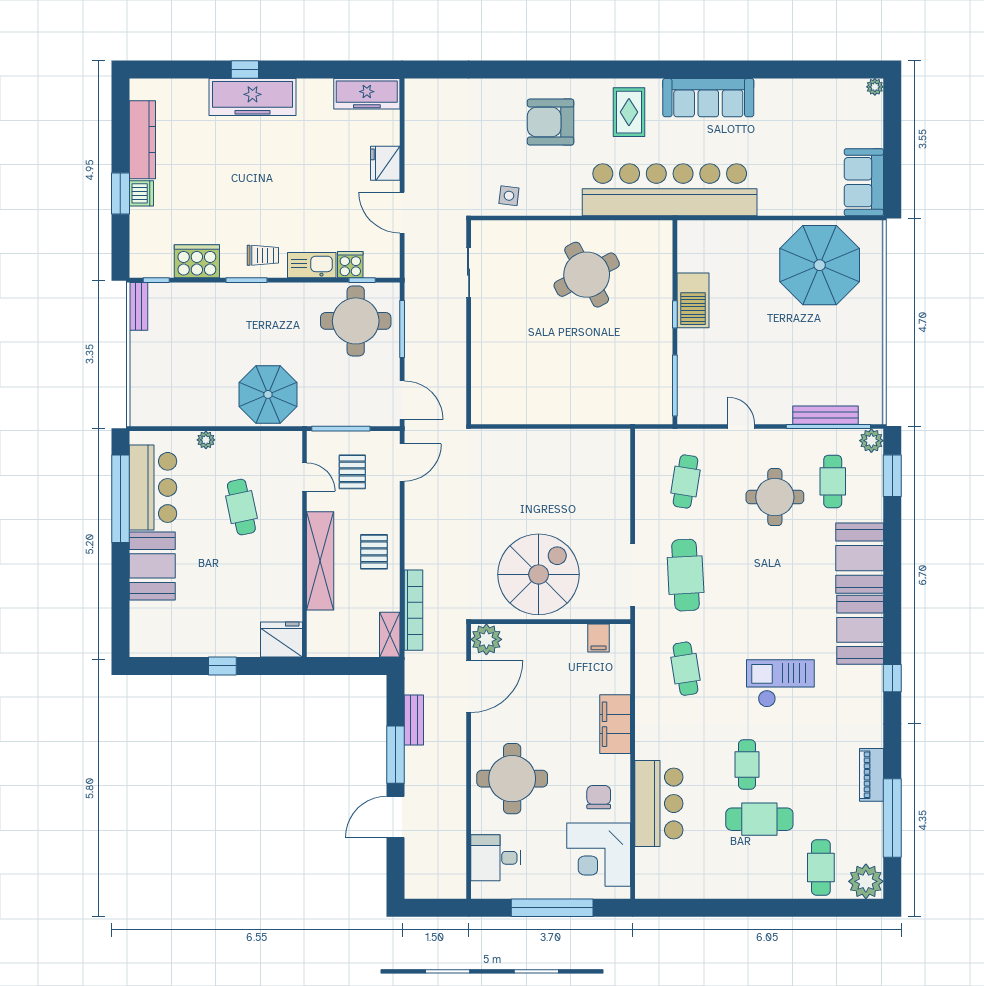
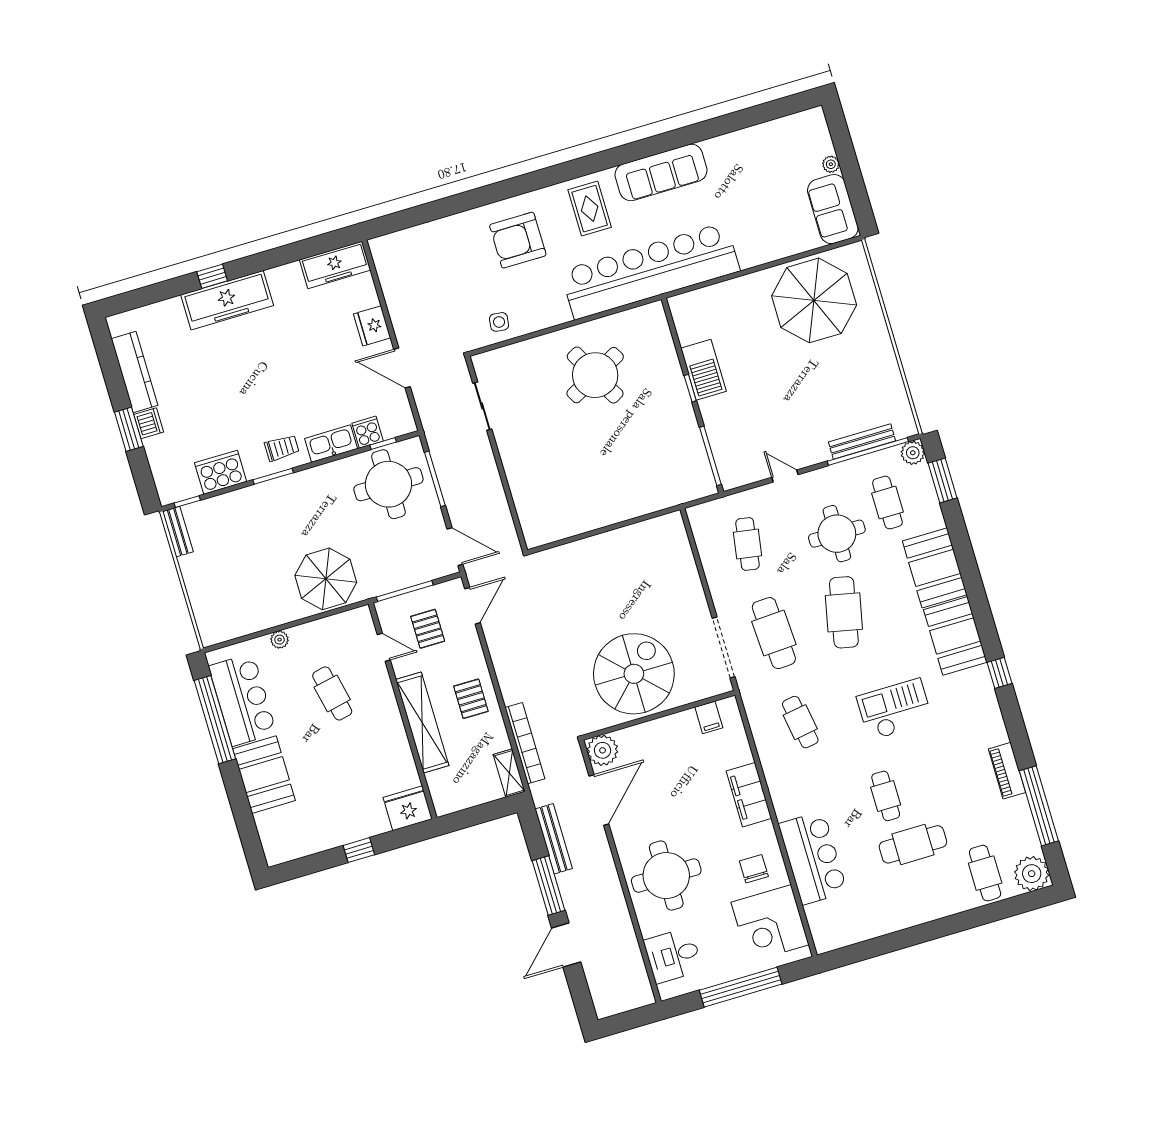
plant: (875, 87) -> (831, 164), moved
cafe table: (759, 575) -> (844, 612), added
bench: (414, 720) -> (554, 839), width x1.36

